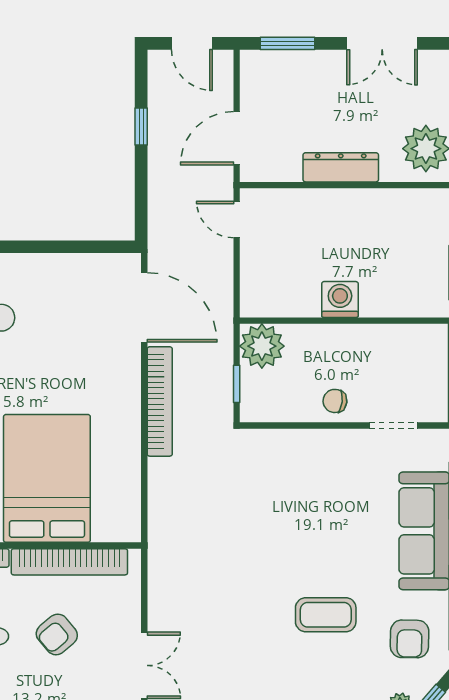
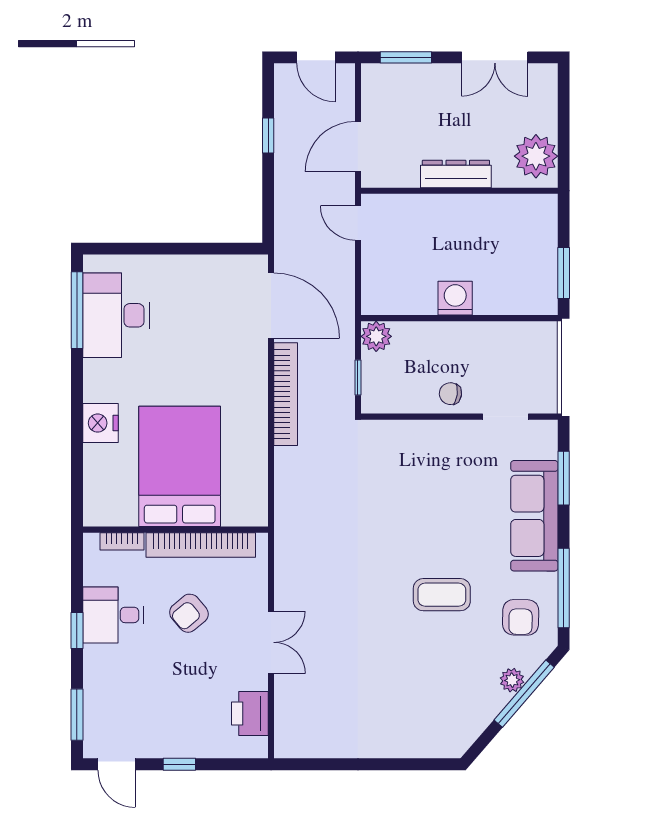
plant: (262, 346) -> (376, 336), width x0.73, depth x0.73

